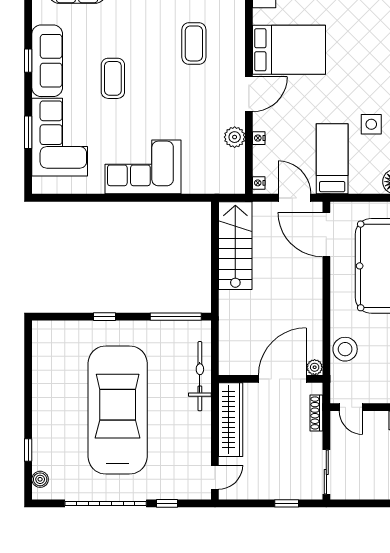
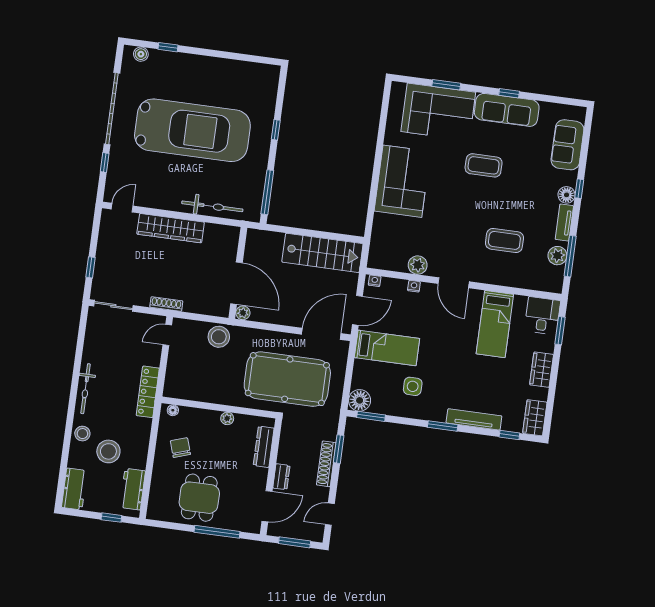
bed: (289, 50) -> (495, 324), width x0.67
plant: (315, 367) -> (243, 313), moved
wall: (271, 379) -> (238, 273), moved
door: (282, 379) -> (236, 283), moved
door: (215, 477) -> (122, 208), swing flipped

